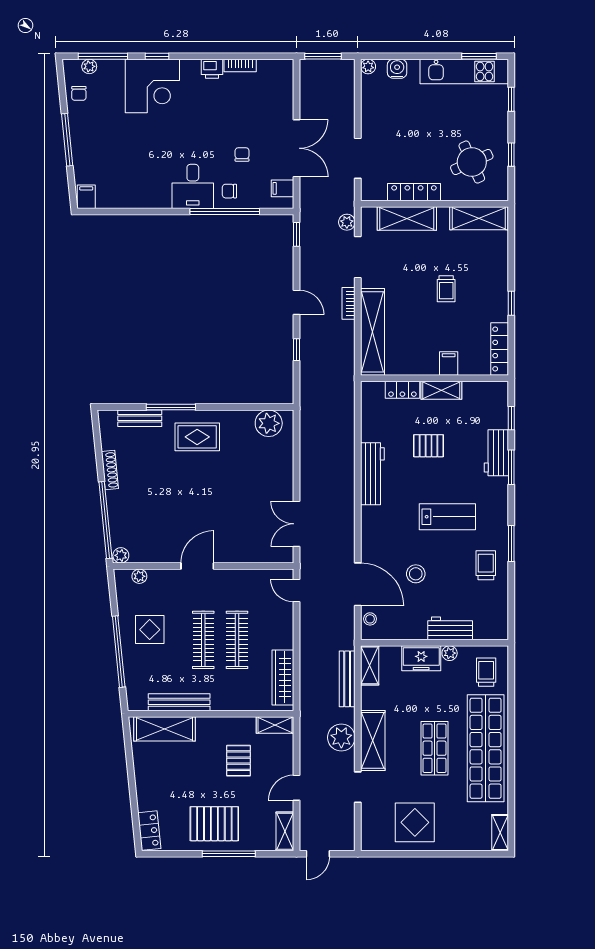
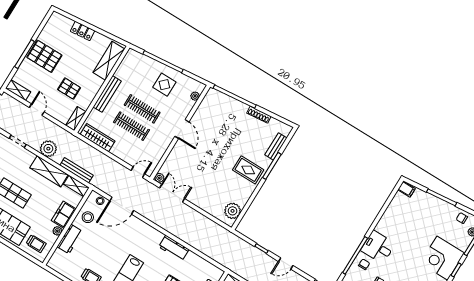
rug: (197, 437) -> (248, 170), turned 90
workbench: (372, 474) -> (174, 248), width x0.73
plant: (121, 555) -> (159, 178), moved
stool: (416, 574) -> (88, 217), moved
bench: (179, 702) -> (107, 94), moved
shelving: (373, 740) -> (49, 171), moved
pallet: (214, 824) -> (44, 56), turned 90
locker: (149, 831) -> (83, 31), moved

